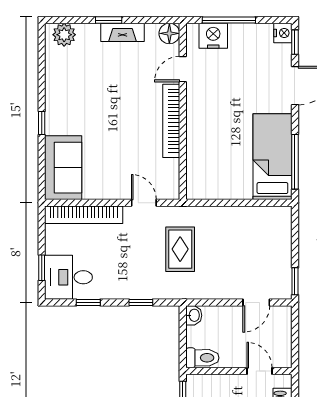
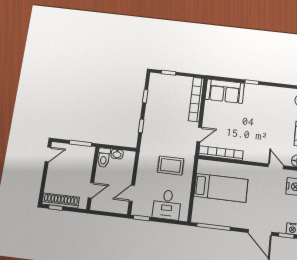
bookcase: (171, 121) -> (221, 153), moved
bed: (272, 157) -> (221, 188), moved
rug: (180, 249) -> (171, 165), moved
desk: (68, 277) -> (167, 205), moved, turned 180
door: (256, 302) -> (132, 193), hinge flipped
washbasin: (194, 315) -> (117, 154), moved

